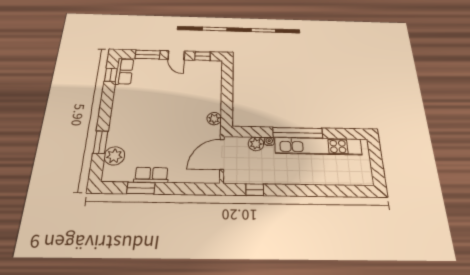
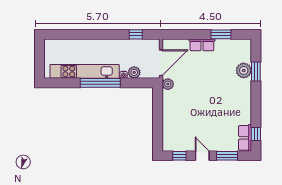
plant: (214, 119) -> (168, 84), moved
plant: (114, 156) -> (244, 70), moved
row of seats: (151, 175) -> (202, 45), moved

